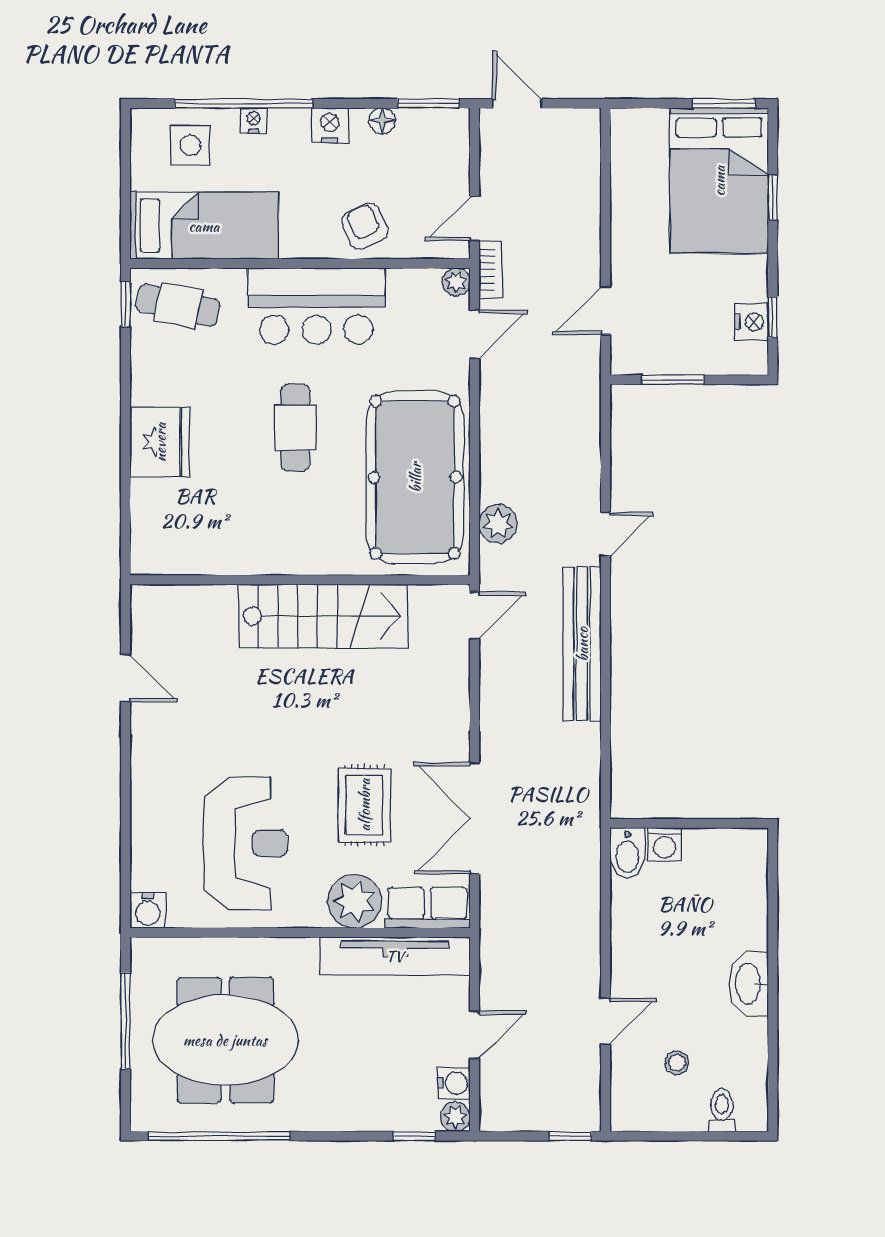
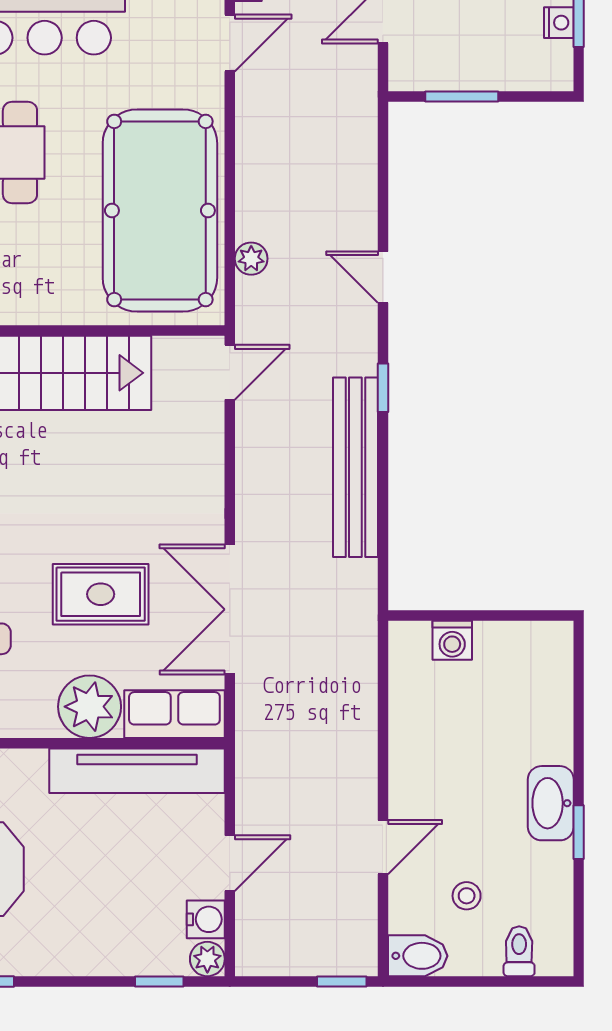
nightstand: (751, 322) -> (559, 23), width x0.72, depth x0.74
plant: (498, 524) -> (251, 259), width x0.73, depth x0.73
door: (605, 534) -> (383, 277), swing flipped
window: (605, 629) -> (383, 388), added
bench: (582, 644) -> (355, 467), moved
rug: (364, 805) -> (101, 594), turned 90
bidet: (627, 853) -> (418, 956), moved, turned -90
window: (773, 1008) -> (579, 832), added

